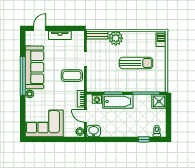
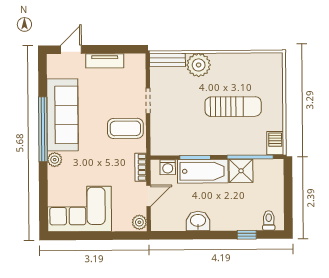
barbecue: (161, 40) -> (275, 143), moved
shower: (159, 101) -> (241, 171), moved
door: (85, 116) -> (149, 196), swing flipped
washbasin: (94, 131) -> (198, 221), moved

